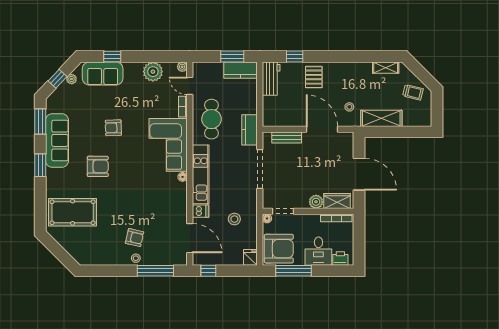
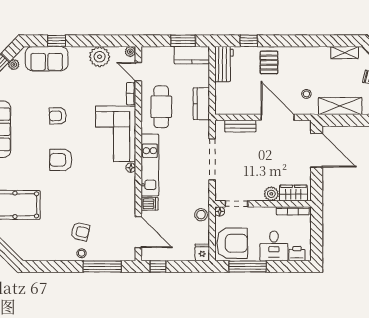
kitchen counter: (250, 130) -> (201, 104), moved
armchair: (98, 166) -> (61, 160), moved, turned 180
door: (359, 174) -> (317, 150), moved
stool: (234, 219) -> (201, 215), moved

